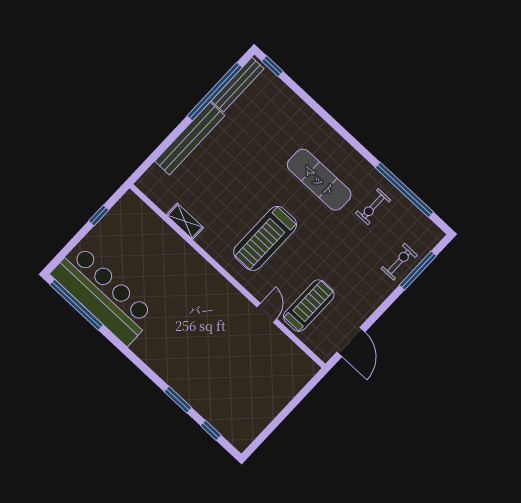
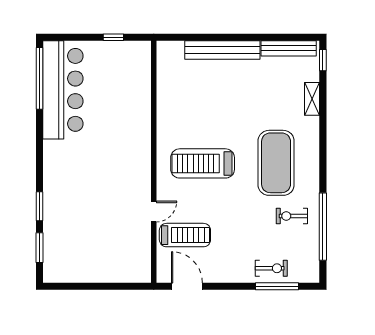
window: (215, 92) -> (270, 37), removed
exercise mat: (319, 180) -> (276, 163), width x1.47
shelving: (185, 221) -> (312, 99), moved
door: (351, 342) -> (187, 286), swing flipped
window: (211, 430) -> (39, 248), width x1.50

